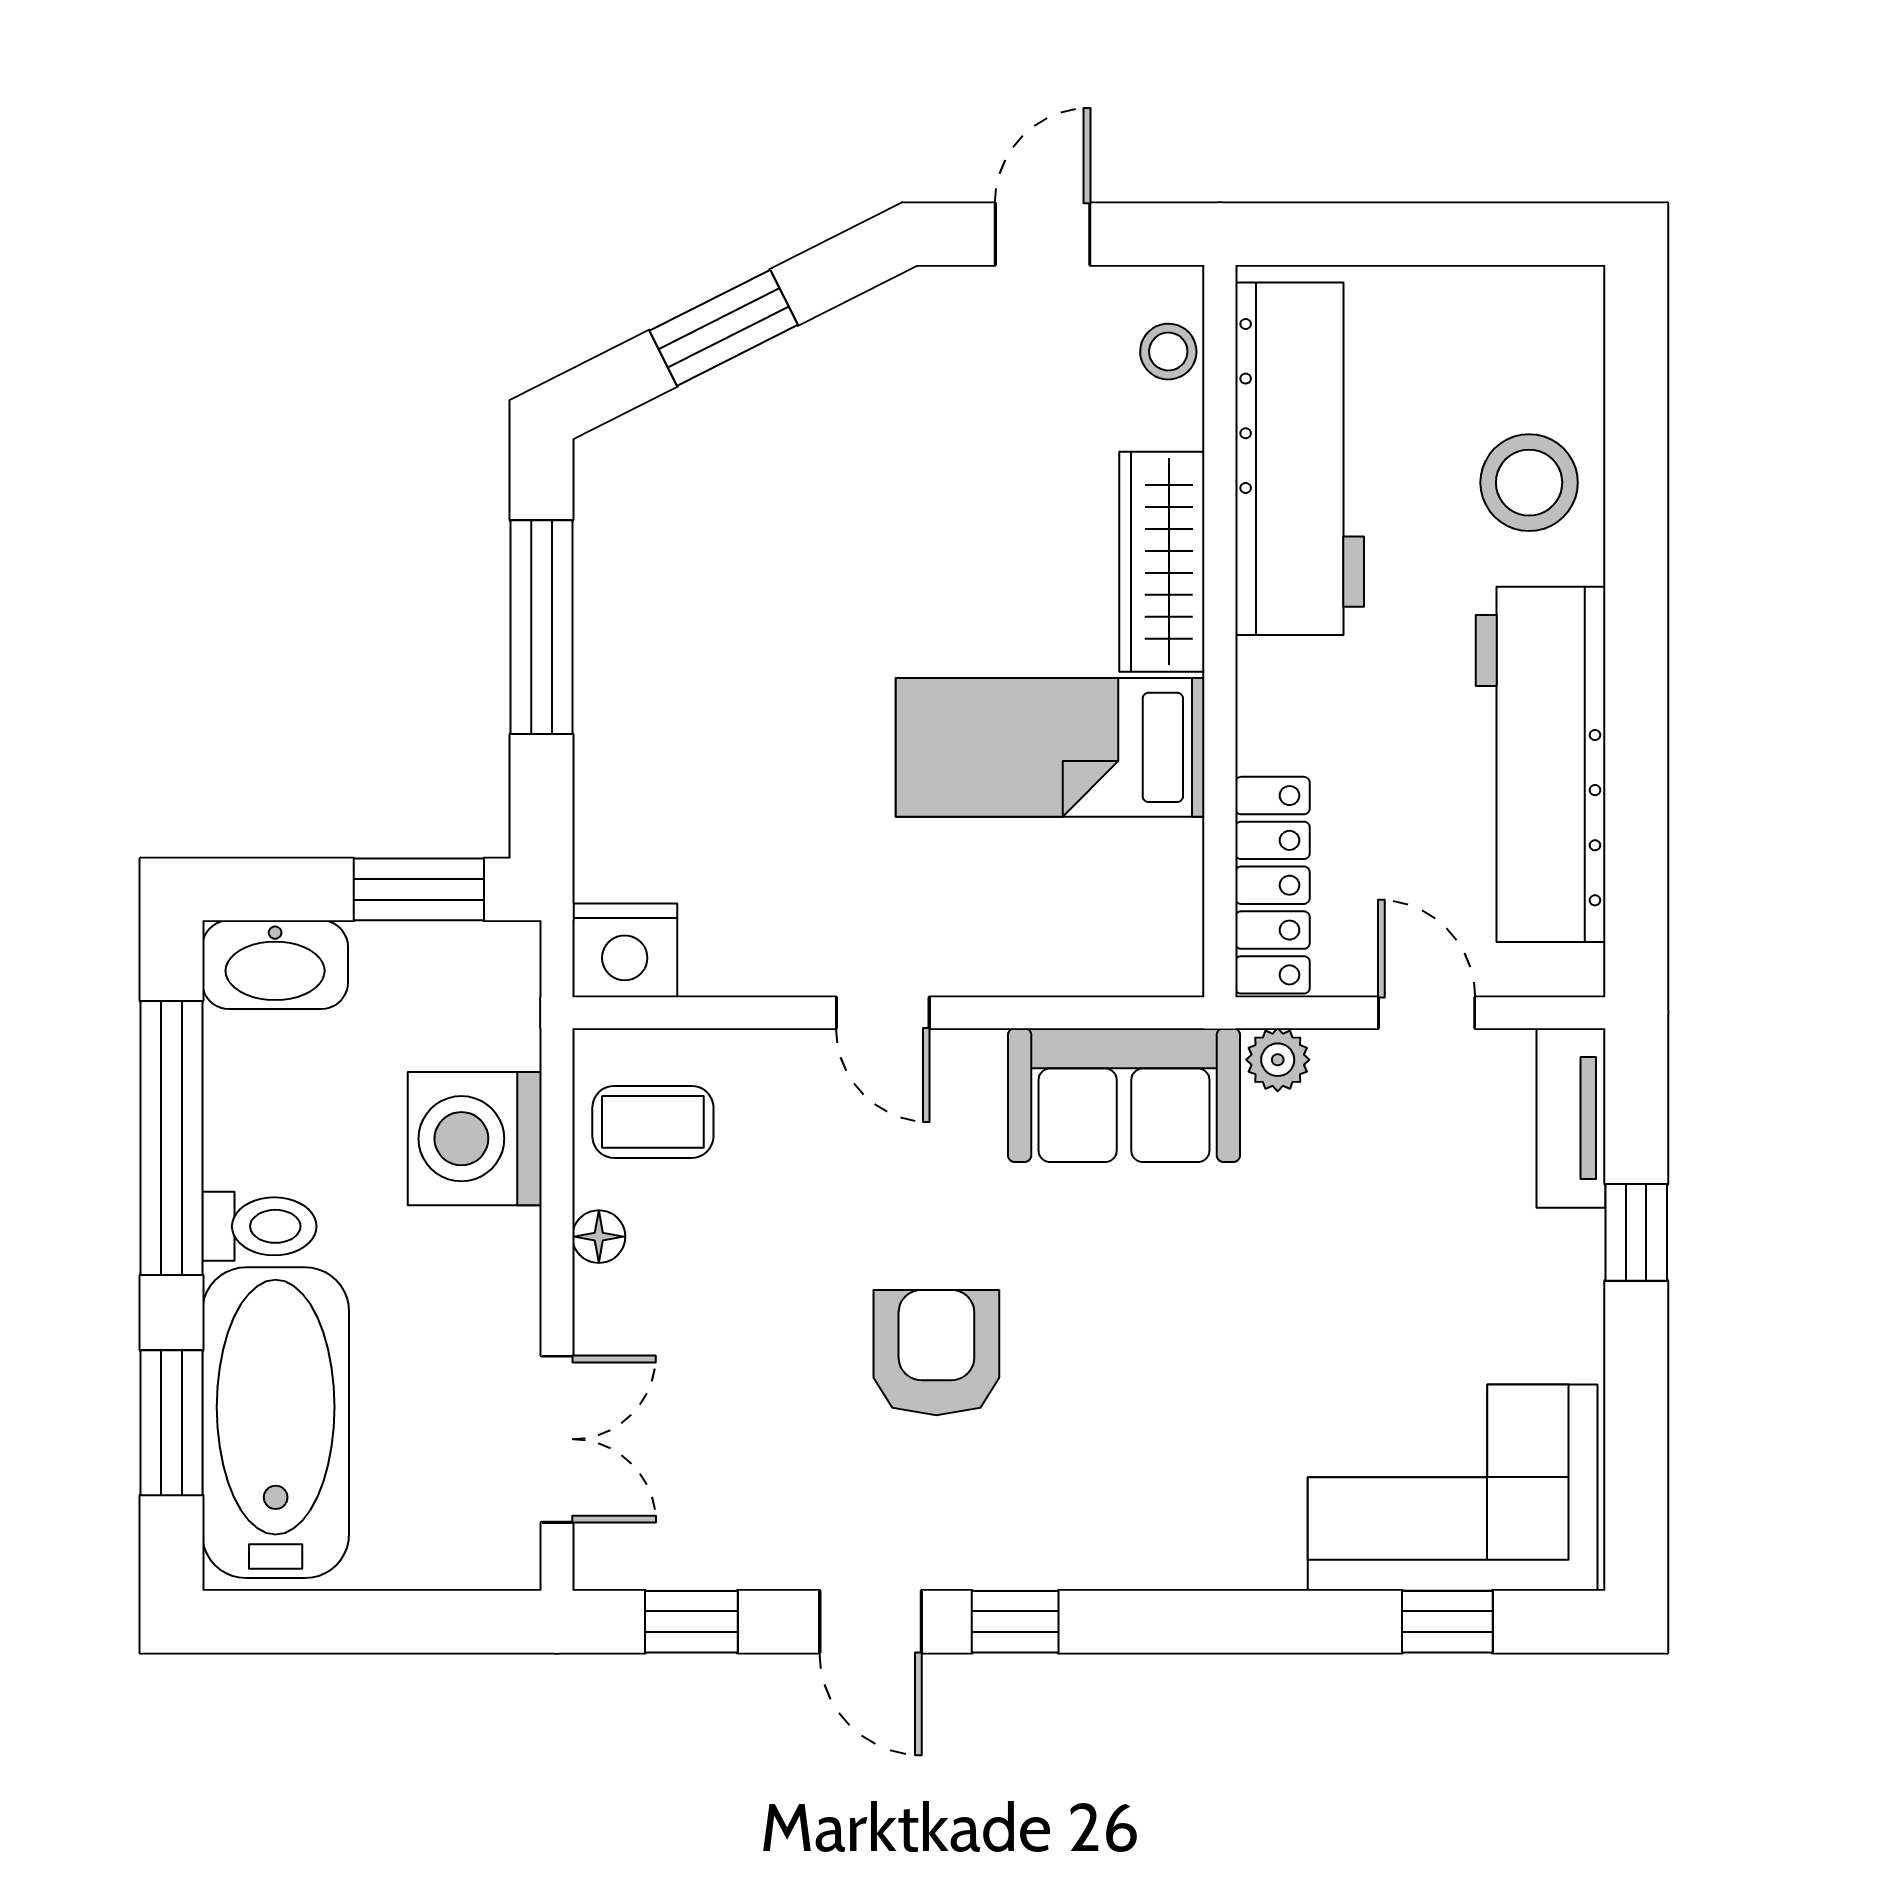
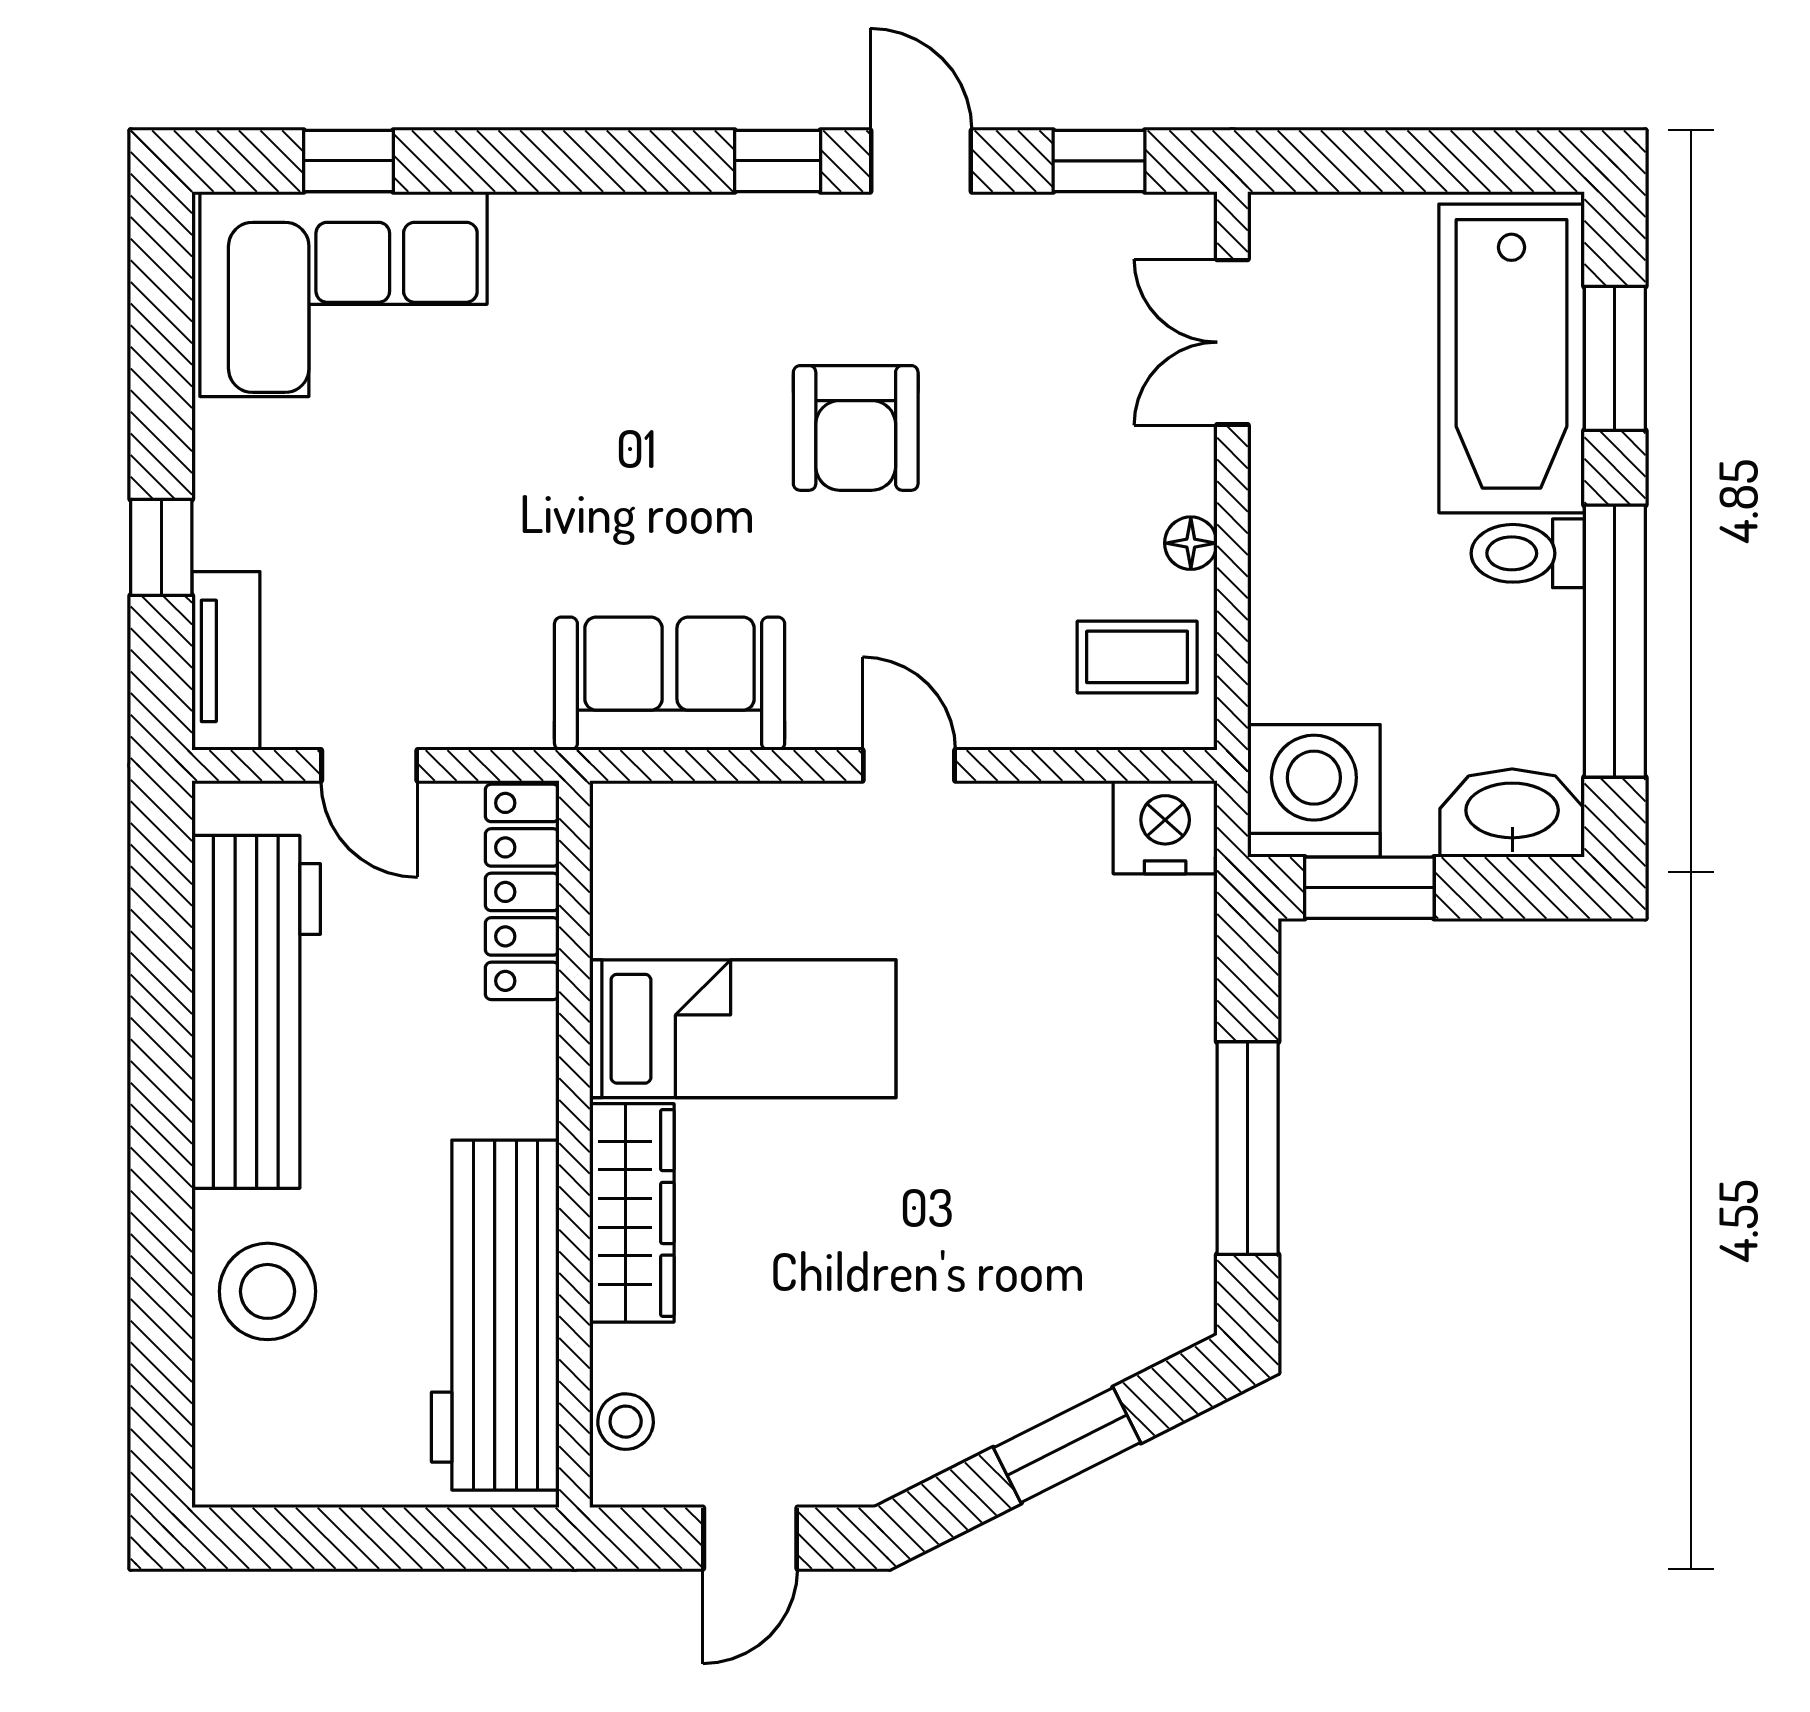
plant: (1278, 1060) -> (517, 719), removed
washing machine: (475, 1139) -> (1314, 791), moved, turned -90

